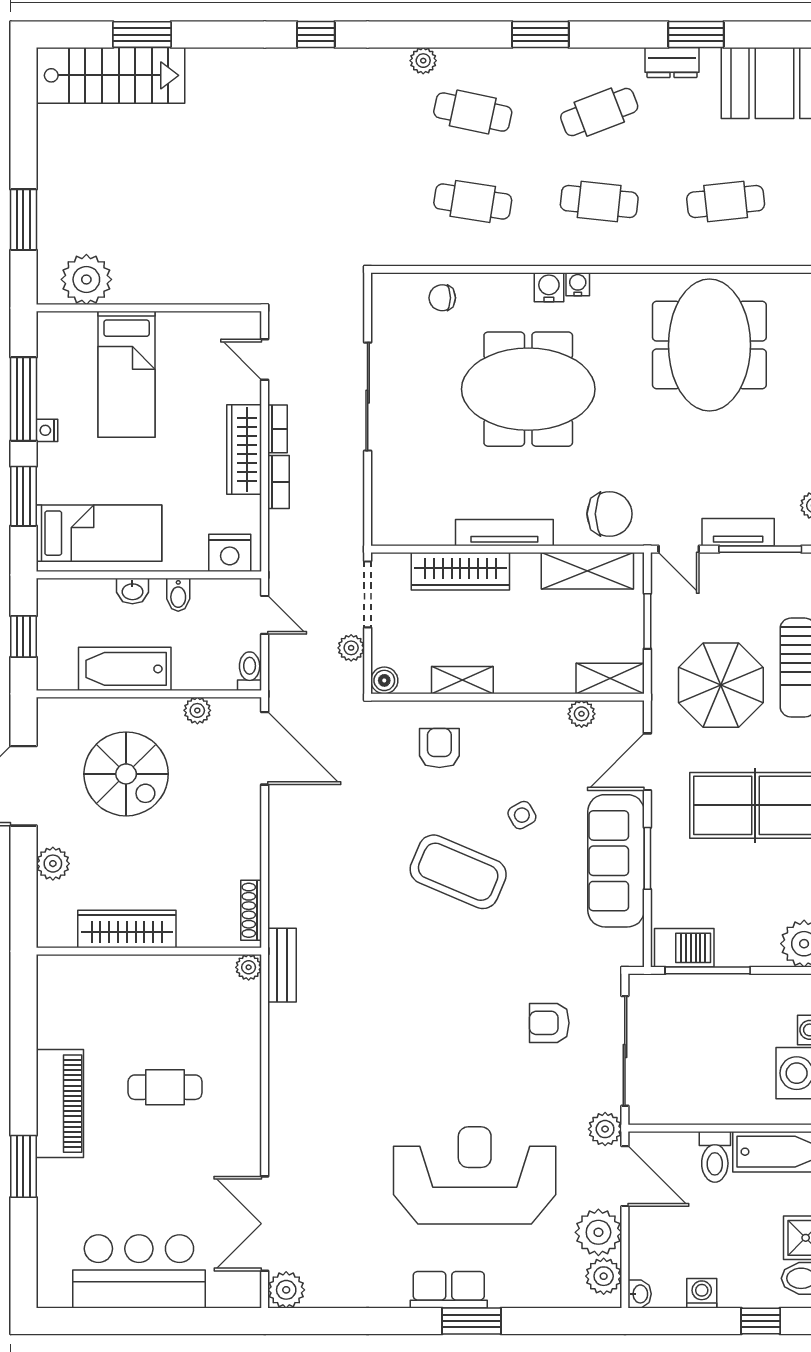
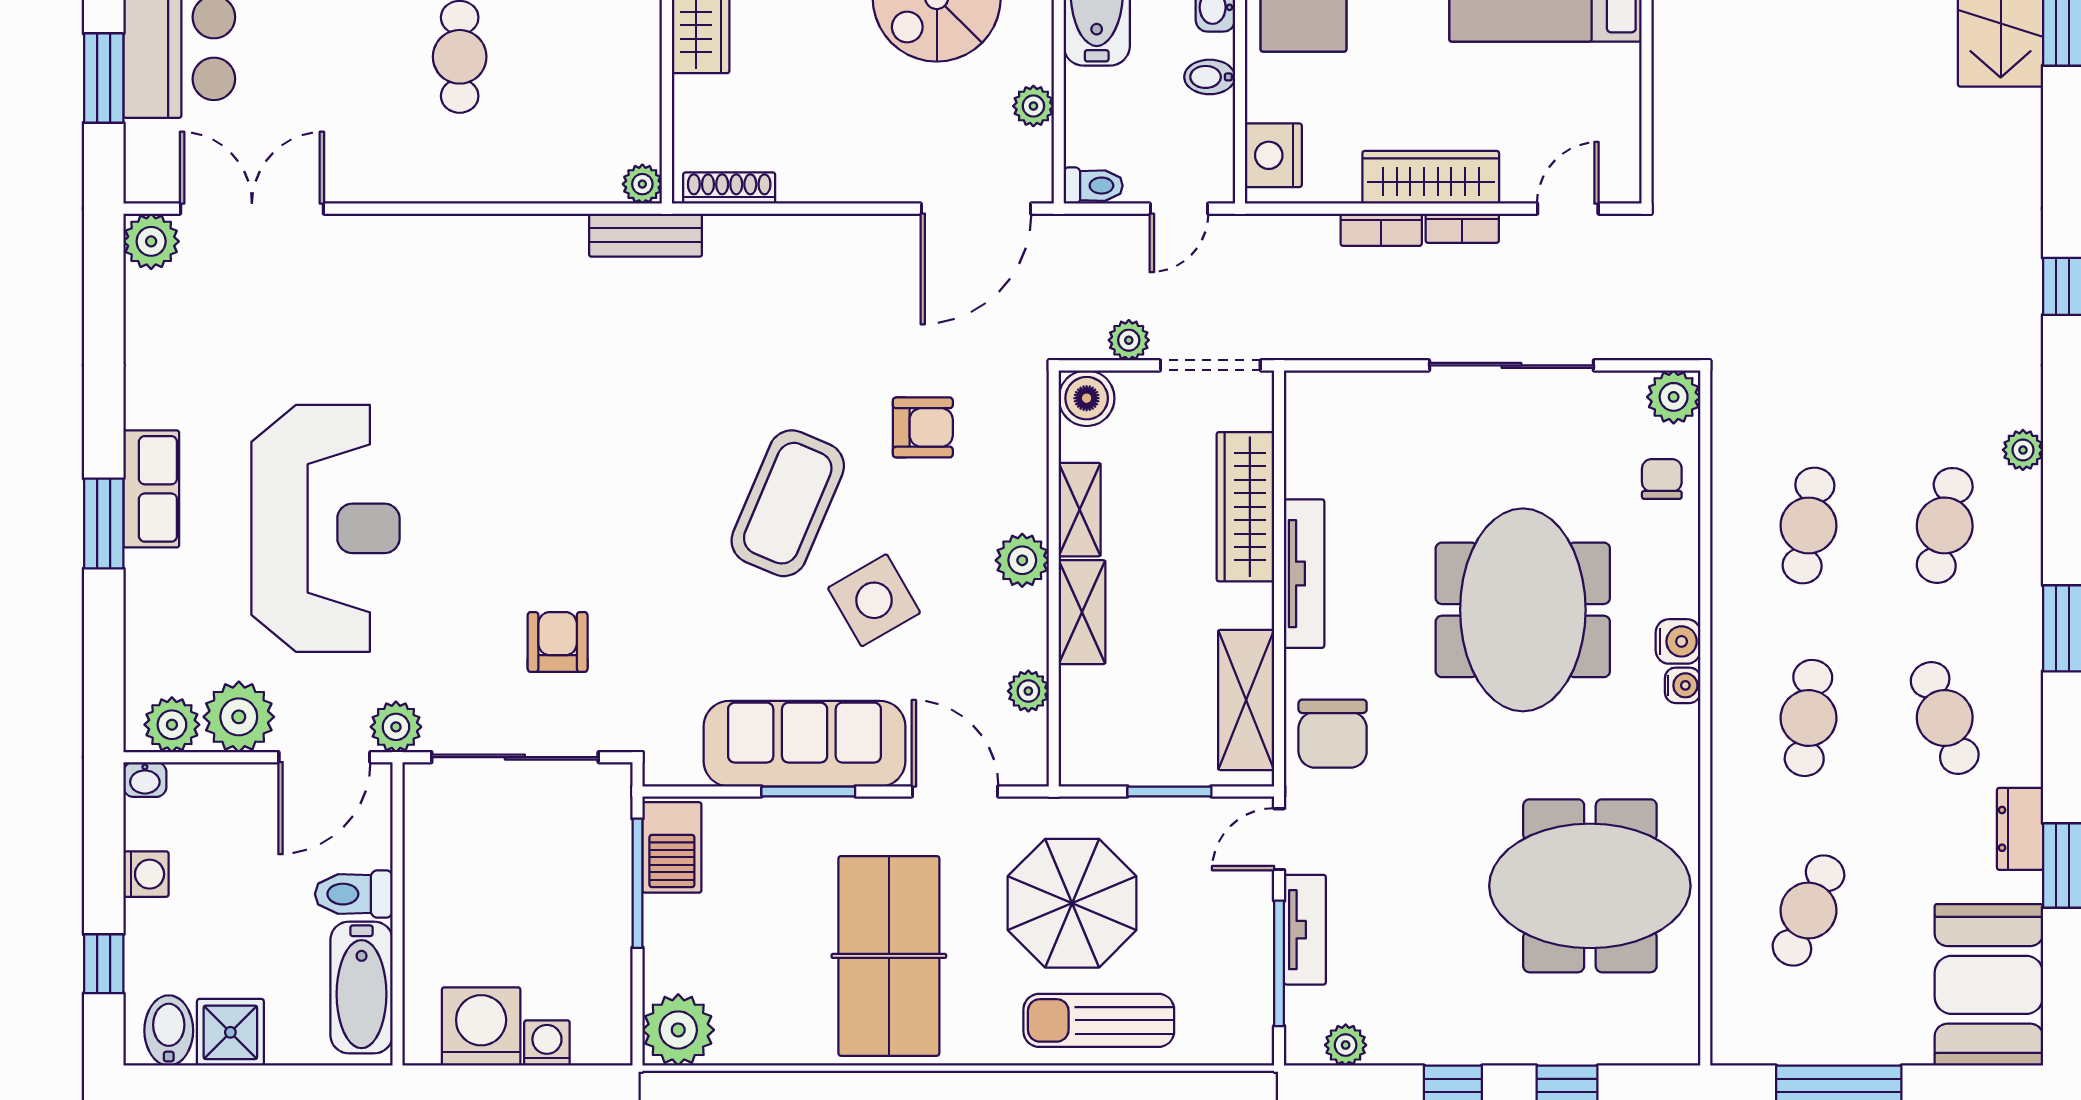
cafe table: (726, 201) -> (1808, 911), turned 30
plant: (388, 290) -> (1674, 397), added
shelving: (610, 679) -> (1082, 612), moved
boiler: (384, 680) -> (1087, 398), width x1.36, depth x1.36
plant: (496, 718) -> (1022, 560), added
armchair: (439, 748) -> (923, 427), moved
side table: (522, 815) -> (874, 600), width x1.87, depth x1.87
window: (179, 1321) -> (104, 78), added

